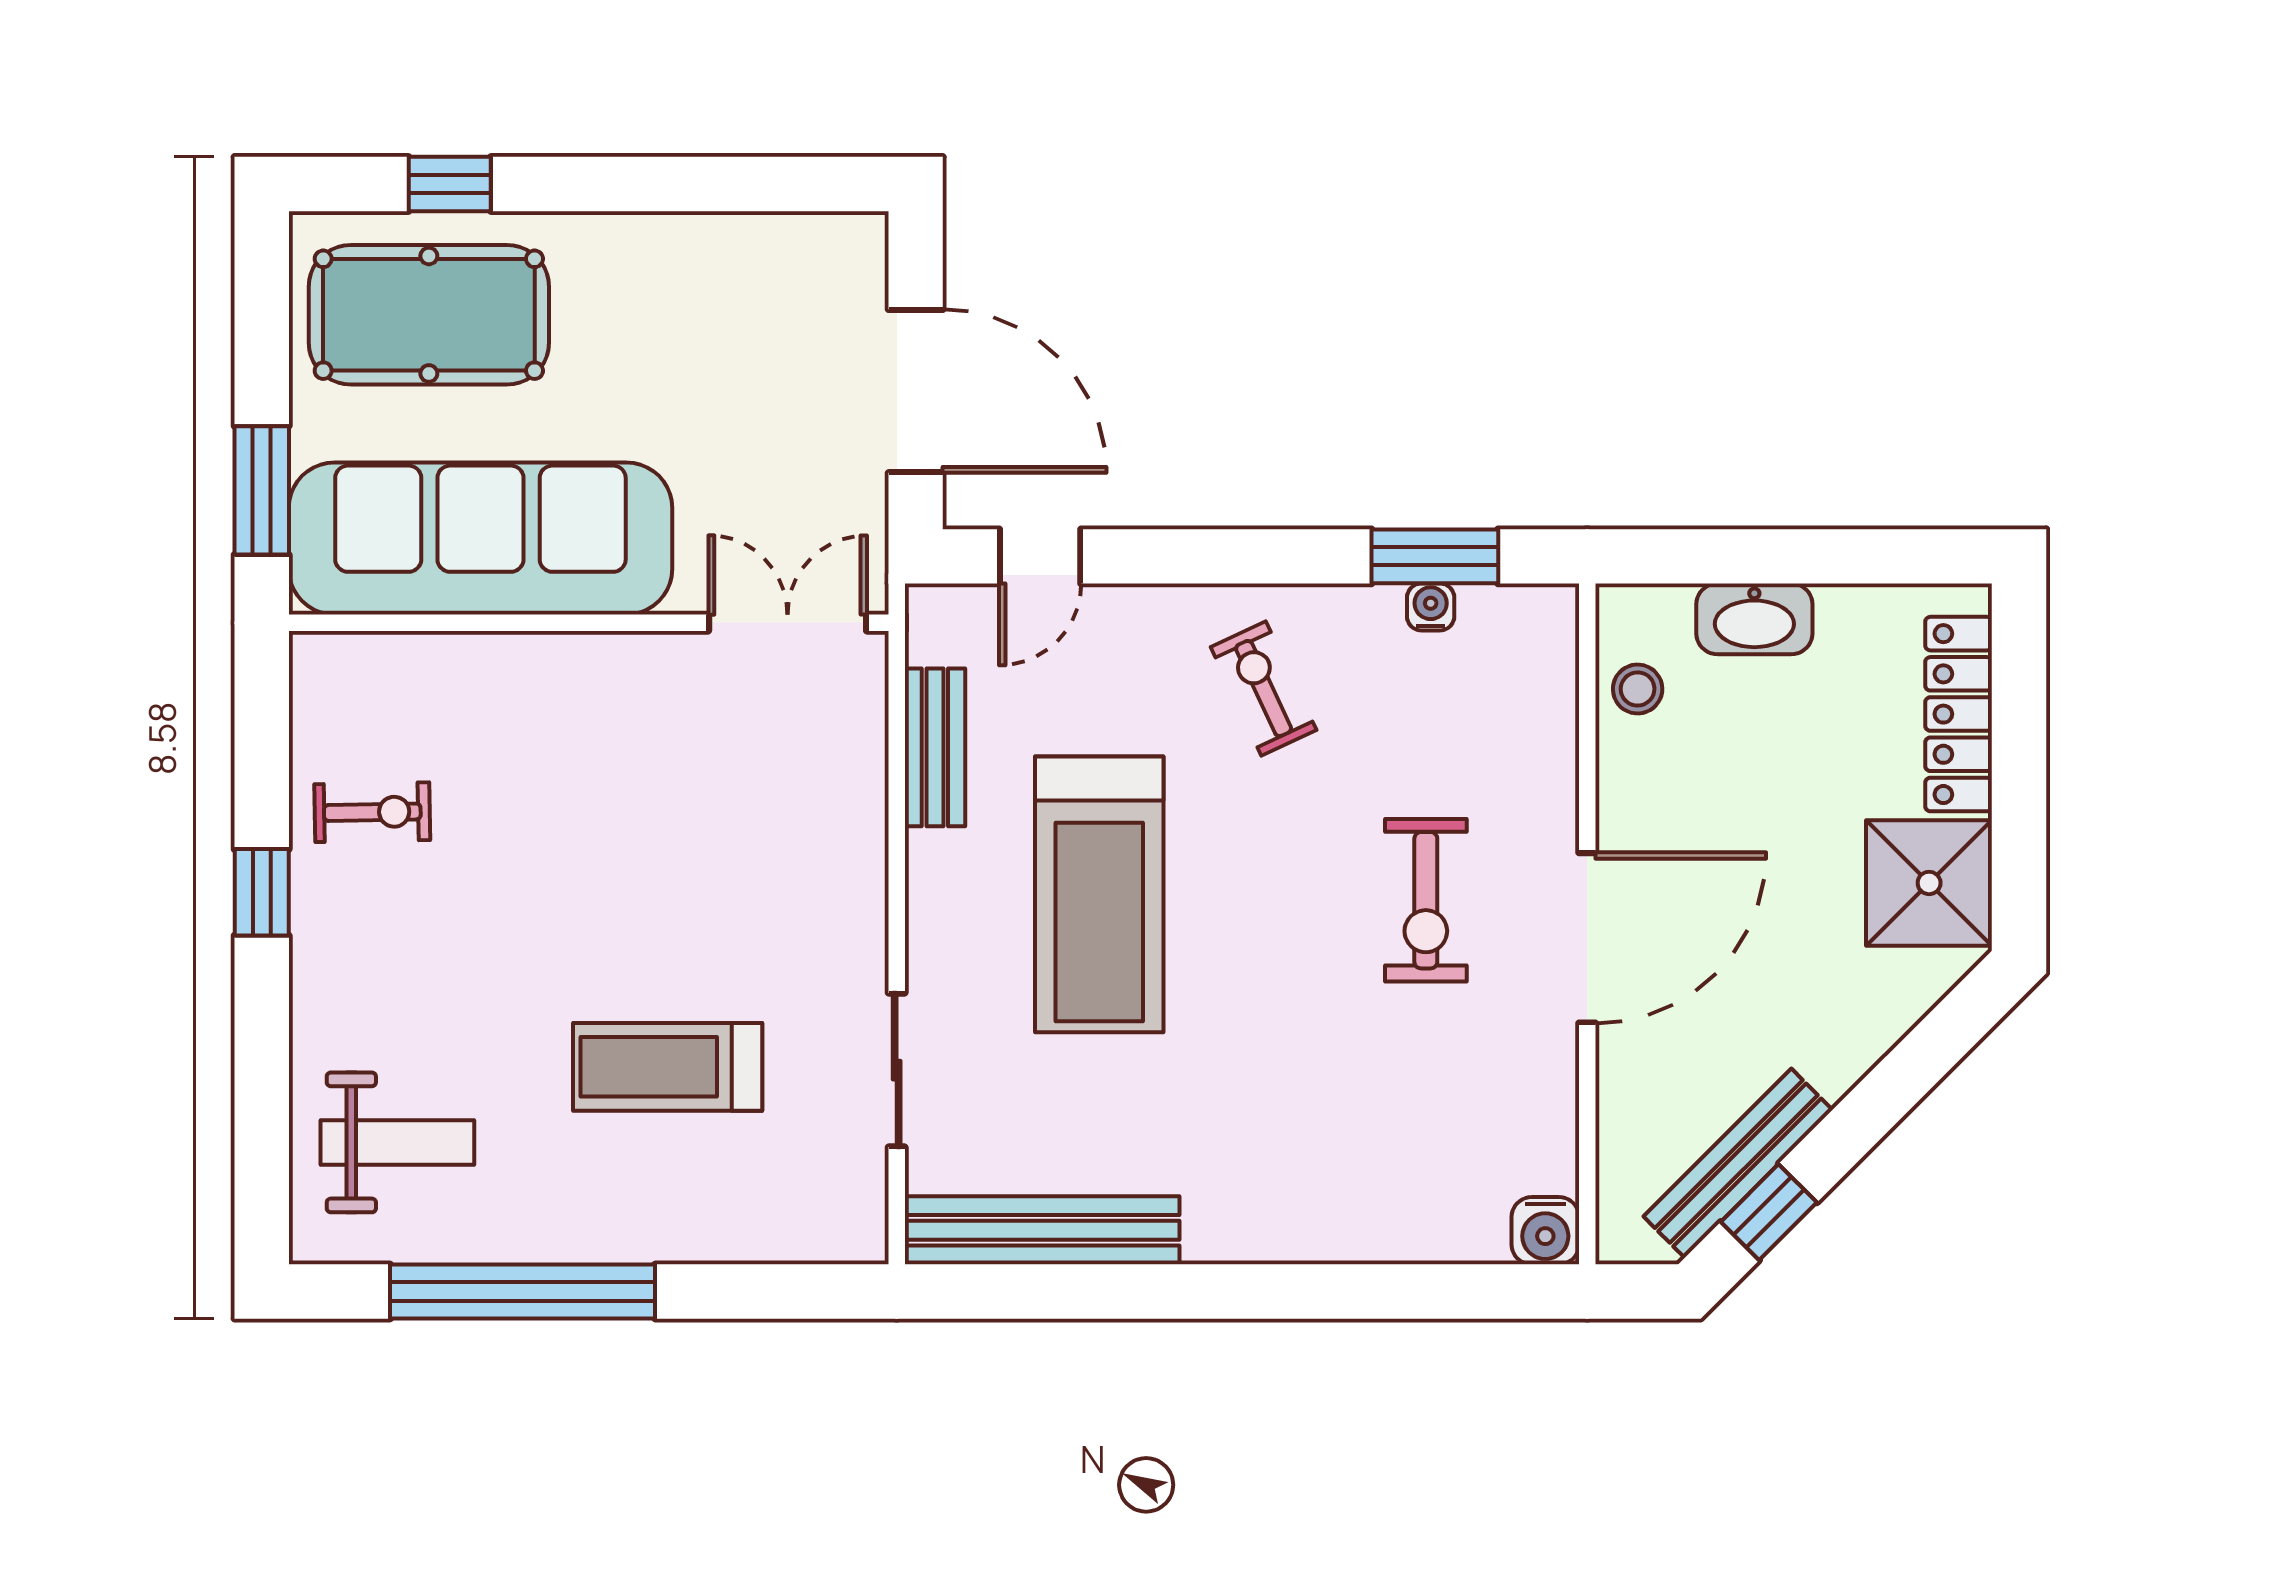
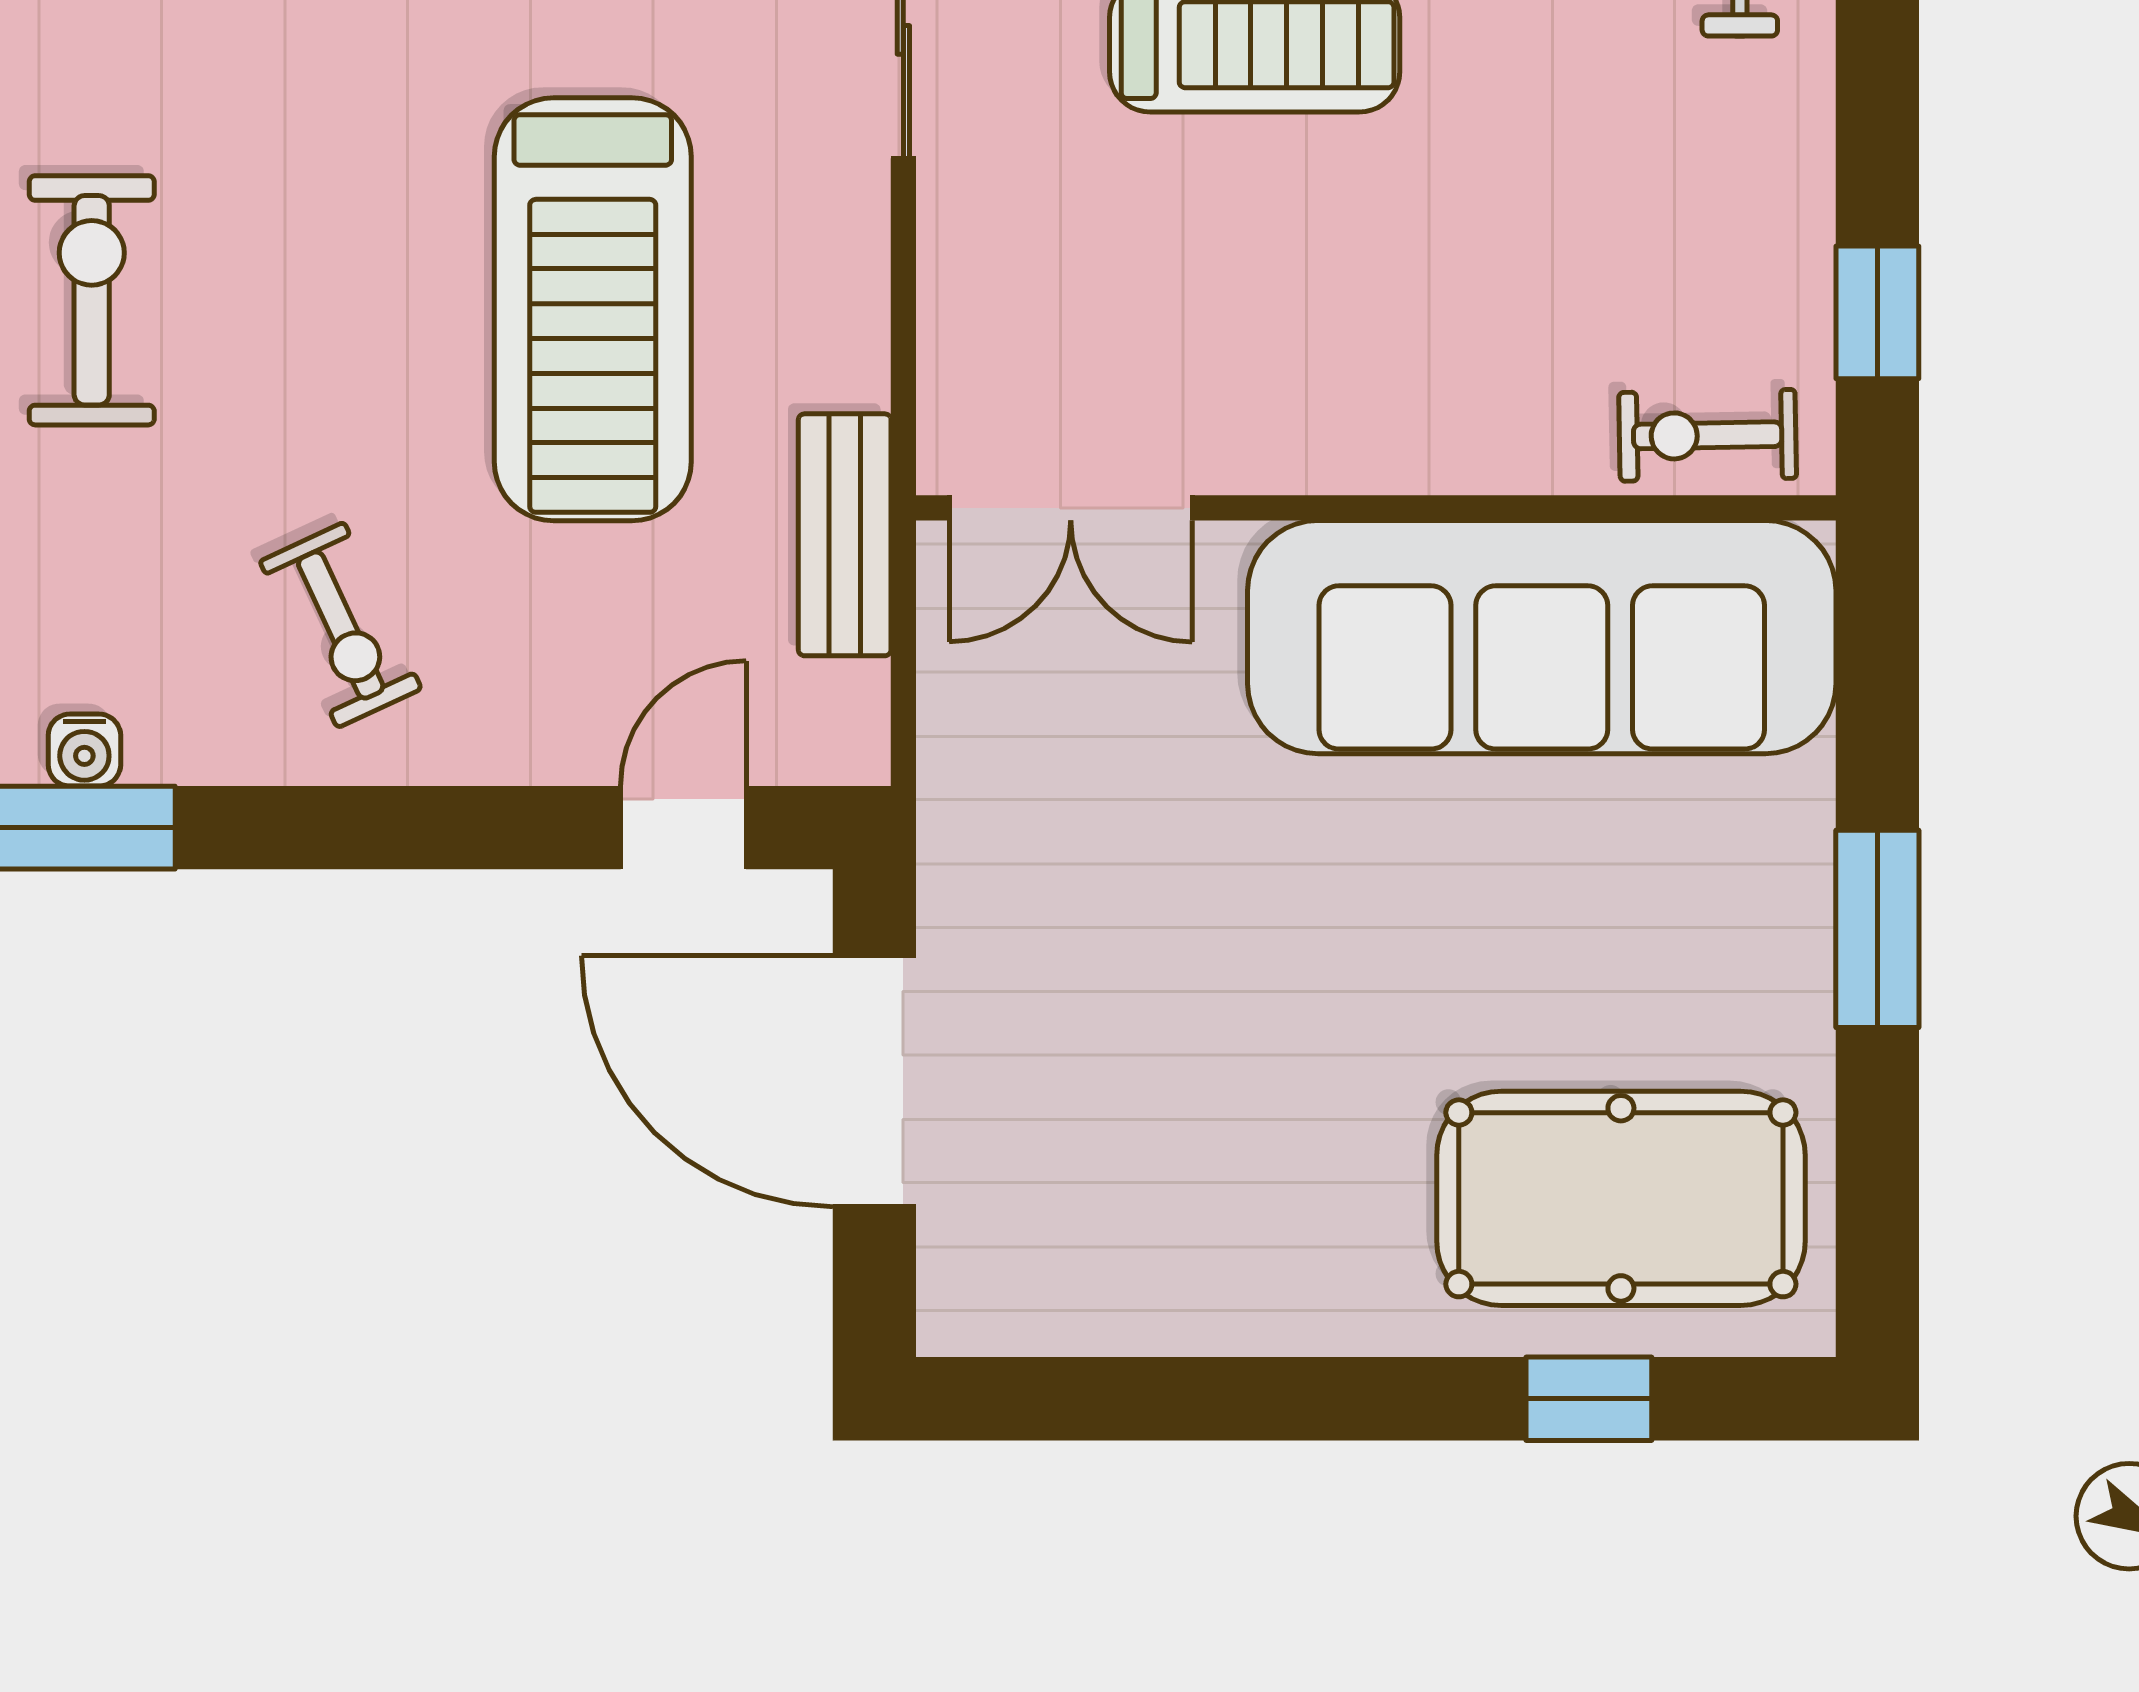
sofa: (480, 538) -> (1542, 637), moved
wall: (589, 623) -> (1376, 508), moved
double door: (788, 623) -> (1071, 508), moved
treadmill: (1099, 894) -> (593, 309), turned 180

